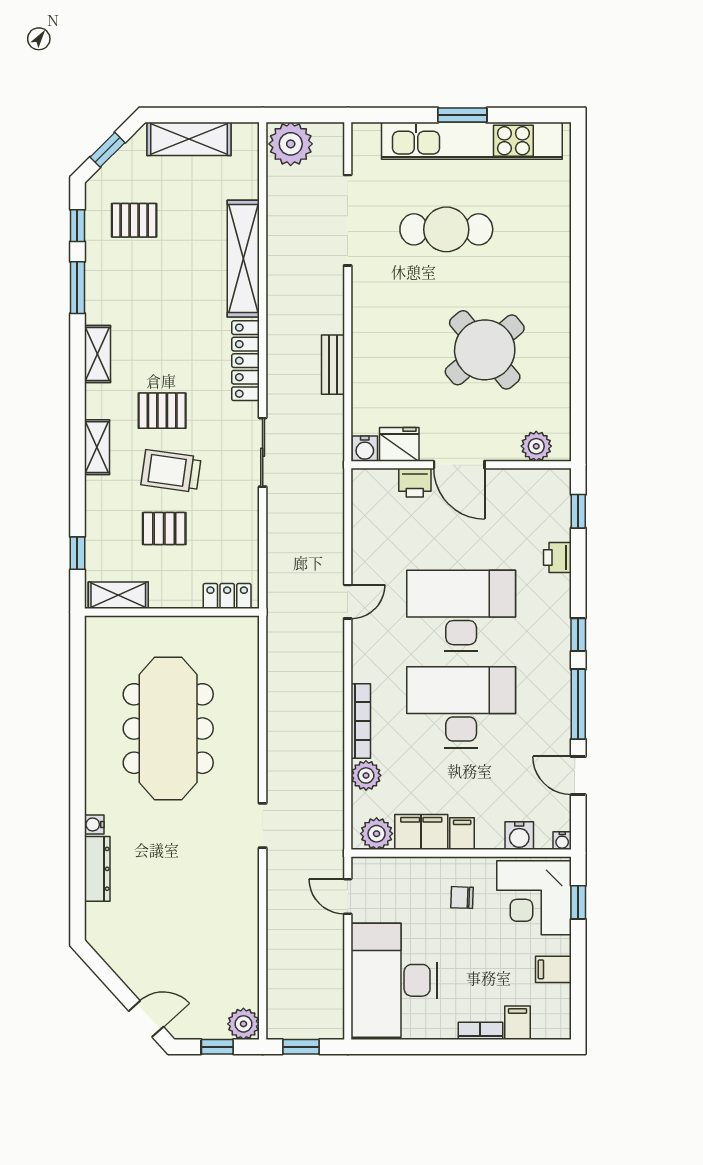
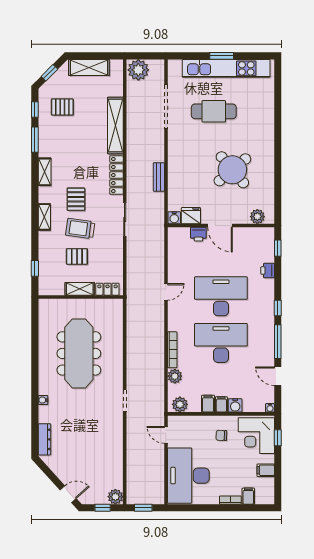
pallet: (162, 411) -> (76, 199), turned 90
shelving: (118, 595) -> (80, 289), moved
filing cabinet: (421, 832) -> (208, 404), width x0.50
water cooler: (519, 836) -> (235, 405), moved
dresser: (97, 869) -> (44, 439), moved

